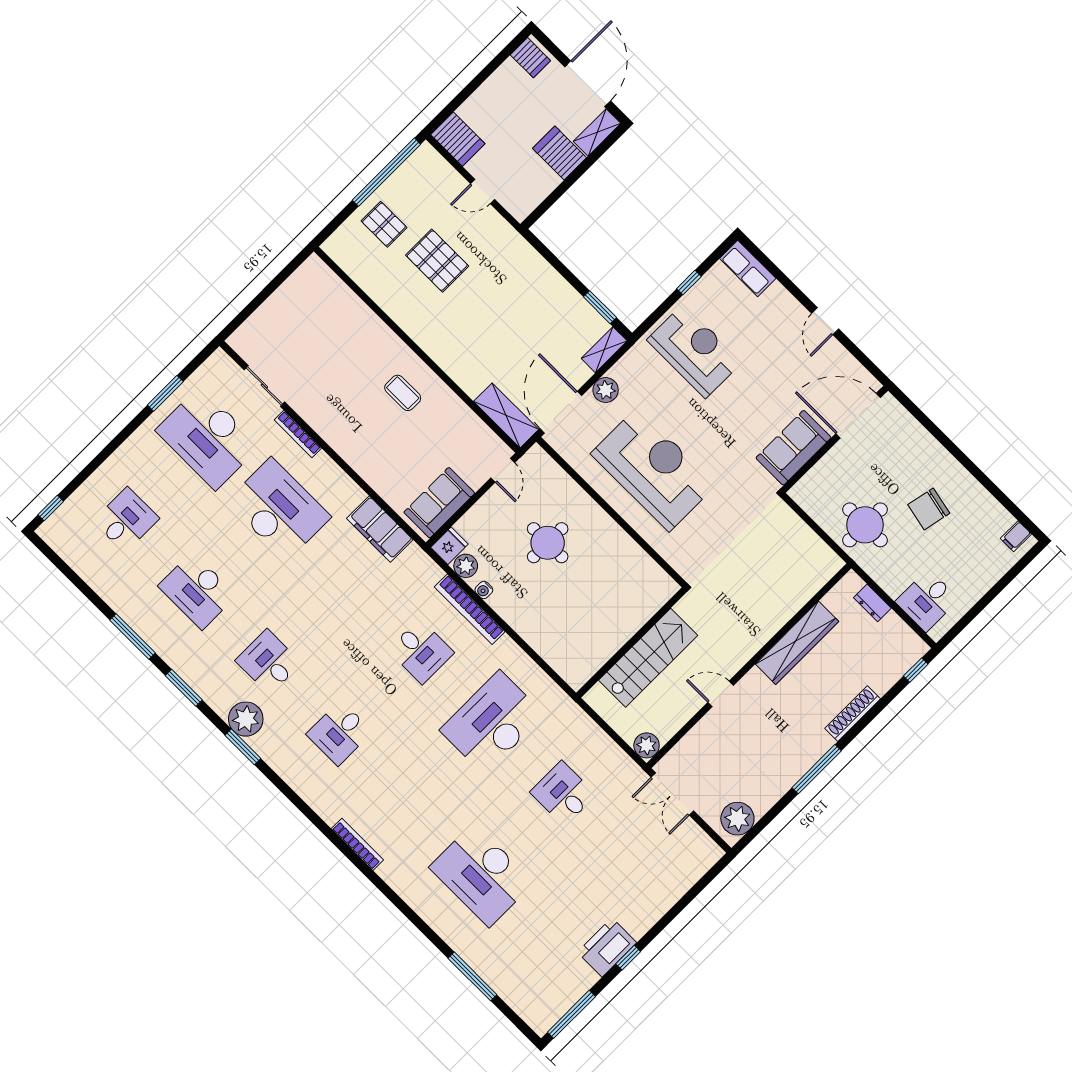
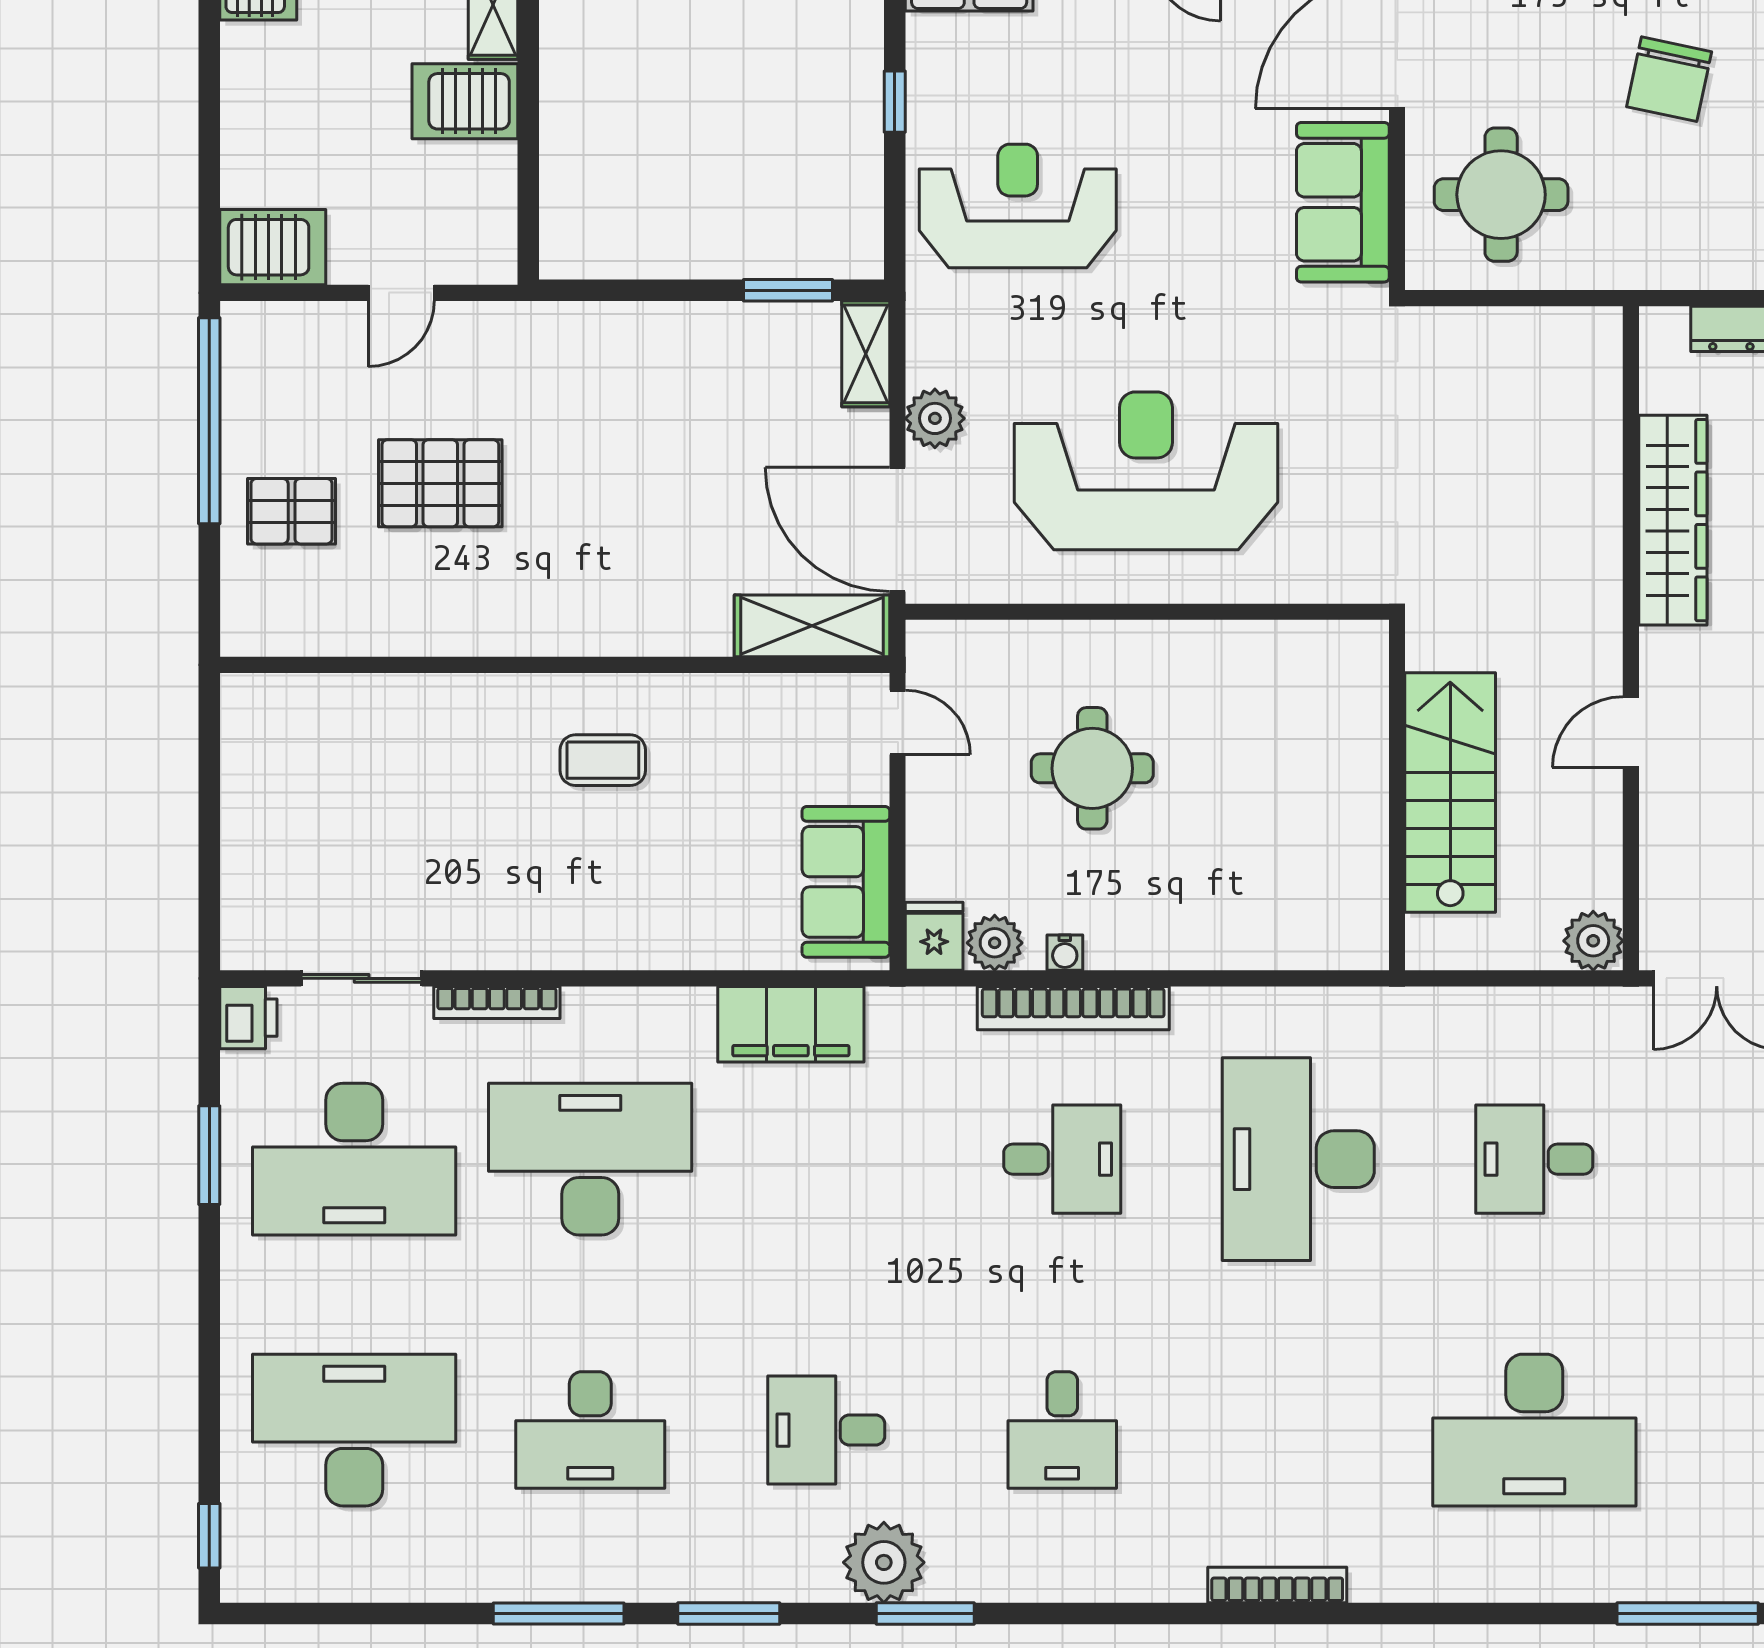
printer: (218, 364) -> (248, 1018), added
desk: (126, 520) -> (354, 1430), width x1.87, depth x1.30
round table: (865, 525) -> (1501, 195), moved

